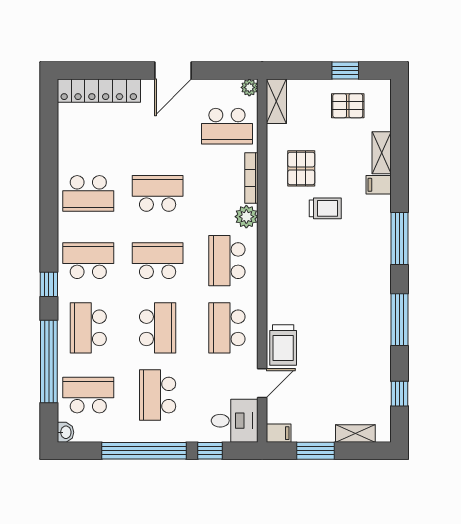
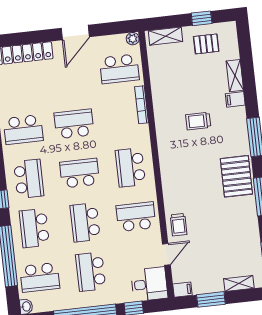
shelving: (276, 101) -> (166, 36), moved, turned 90
pallet: (301, 168) -> (236, 176), moved, width x1.50, depth x1.42
trolley: (325, 208) -> (198, 121), turned 180
plant: (246, 217) -> (141, 134), removed
school desk: (88, 261) -> (29, 179), turned 90
school desk: (158, 328) -> (85, 222), turned 180
school desk: (227, 328) -> (136, 217), turned 90
trolley: (283, 345) -> (179, 225), width x0.73, depth x0.72
school desk: (88, 395) -> (40, 277), turned 180

